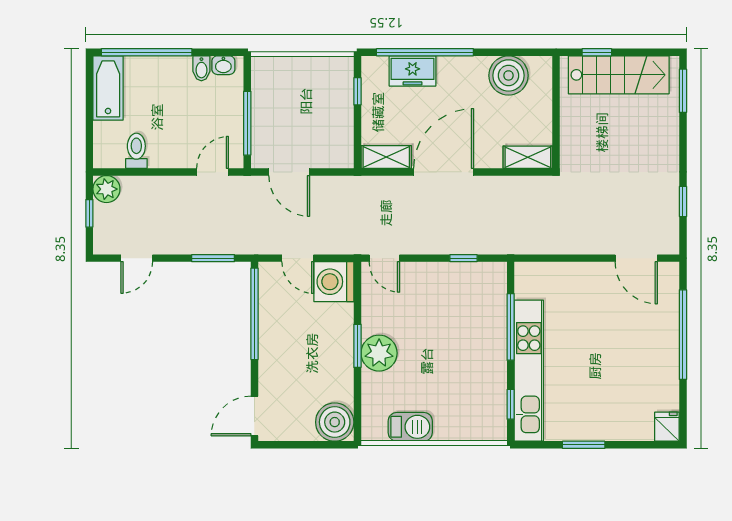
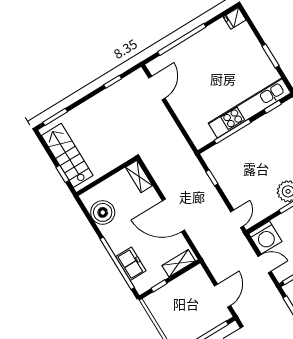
shelving: (386, 157) -> (179, 263), moved, turned 90
door: (298, 258) -> (265, 264), hinge flipped

